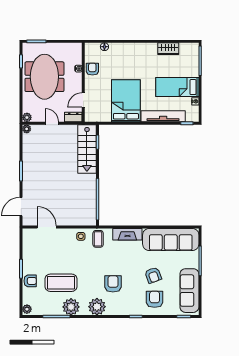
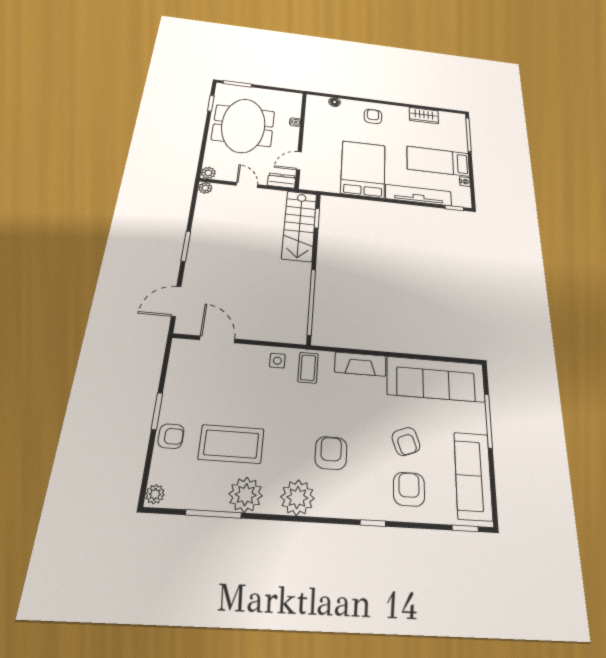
armchair: (92, 69) -> (373, 116), moved

